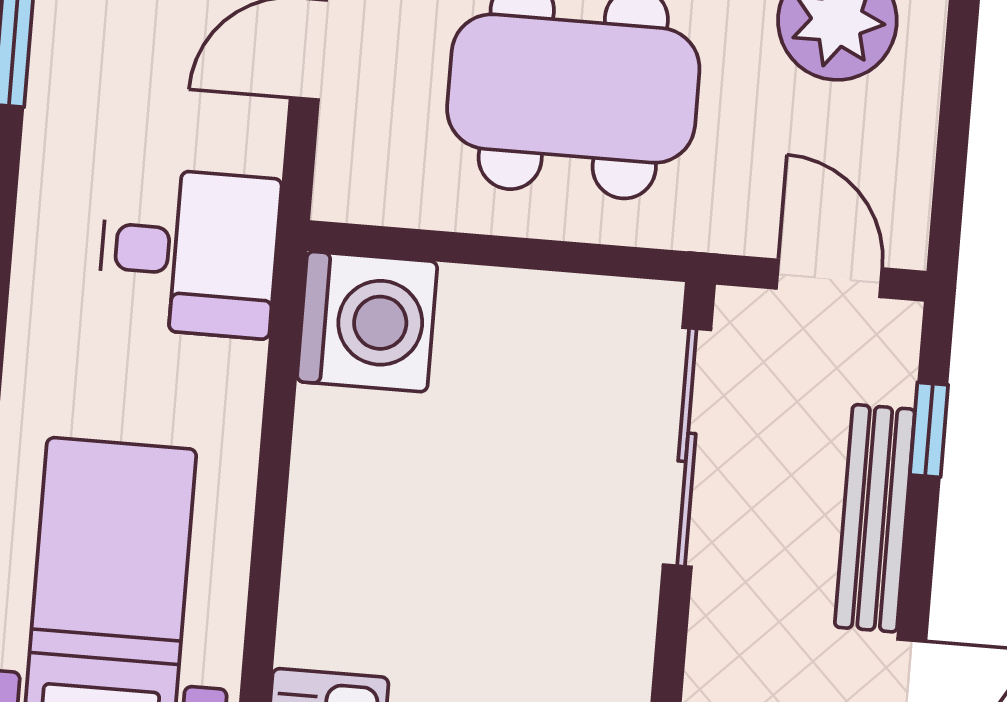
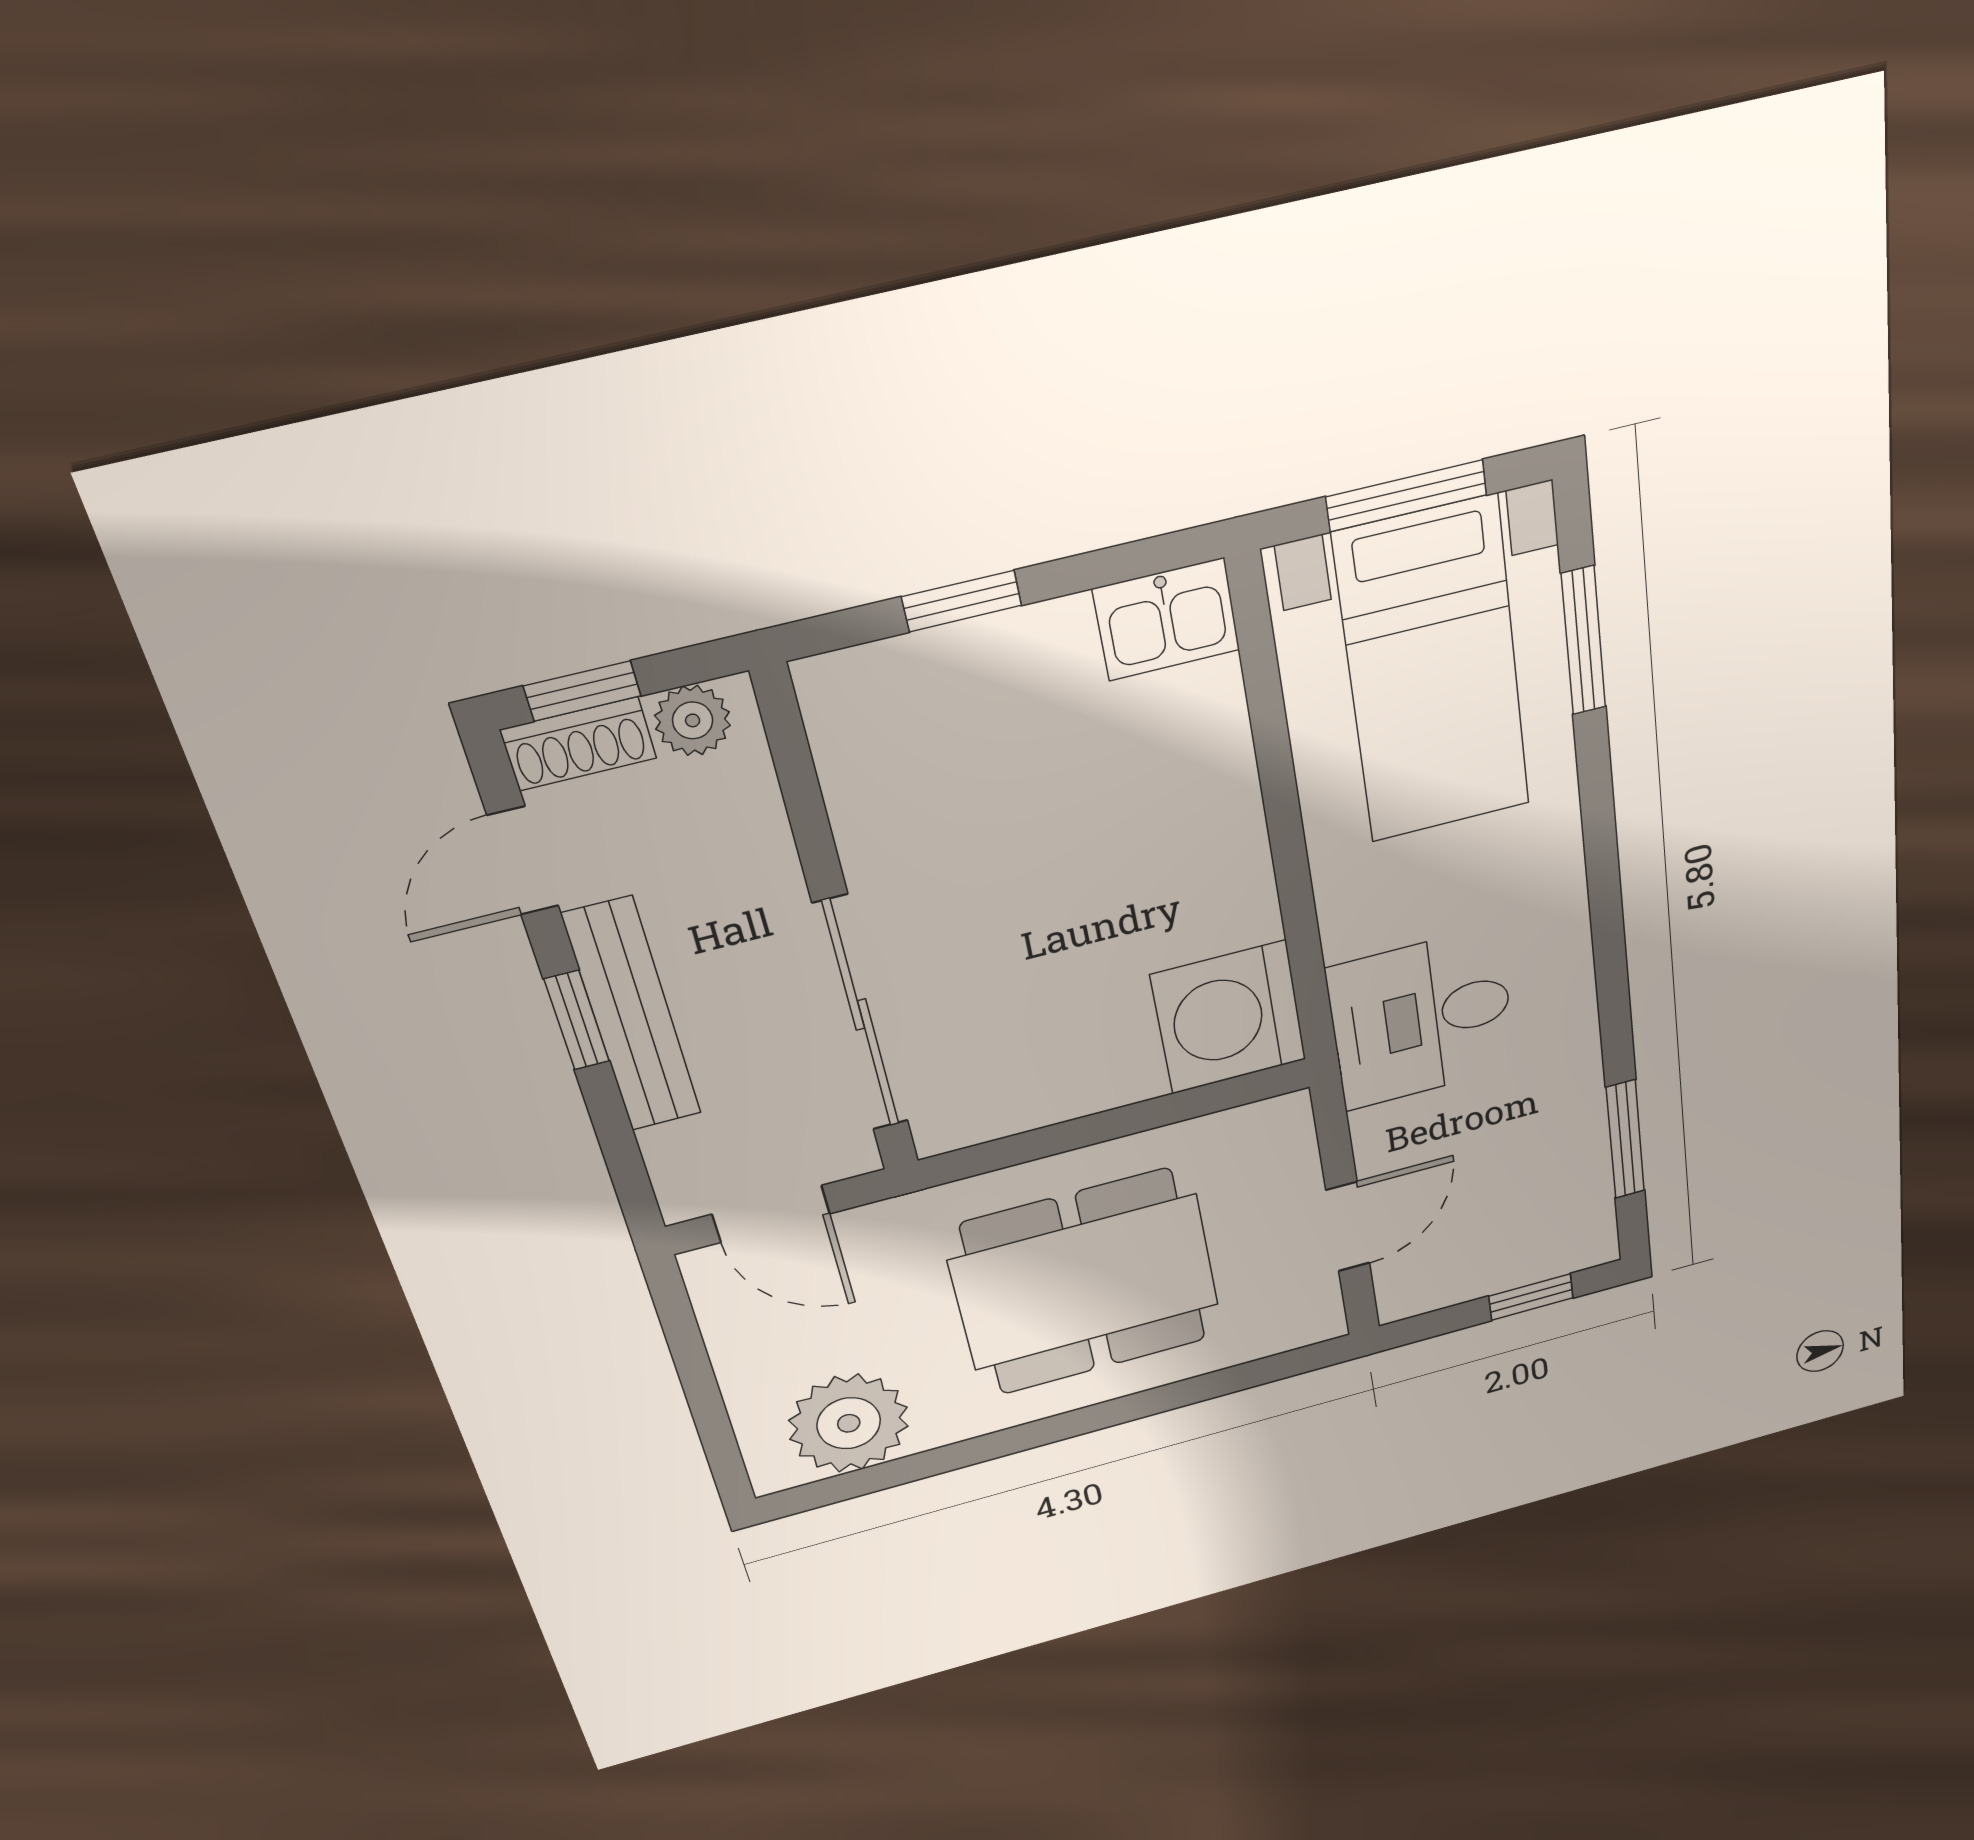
window: (929, 430) -> (577, 1020), moved

